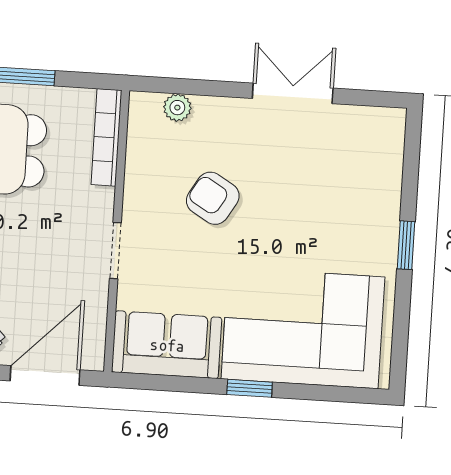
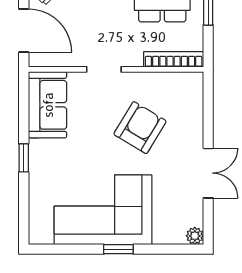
plant: (177, 108) -> (195, 236), moved
armchair: (213, 198) -> (140, 128), width x1.38, depth x1.38
corner sofa: (303, 328) -> (103, 210), moved, turned -90

